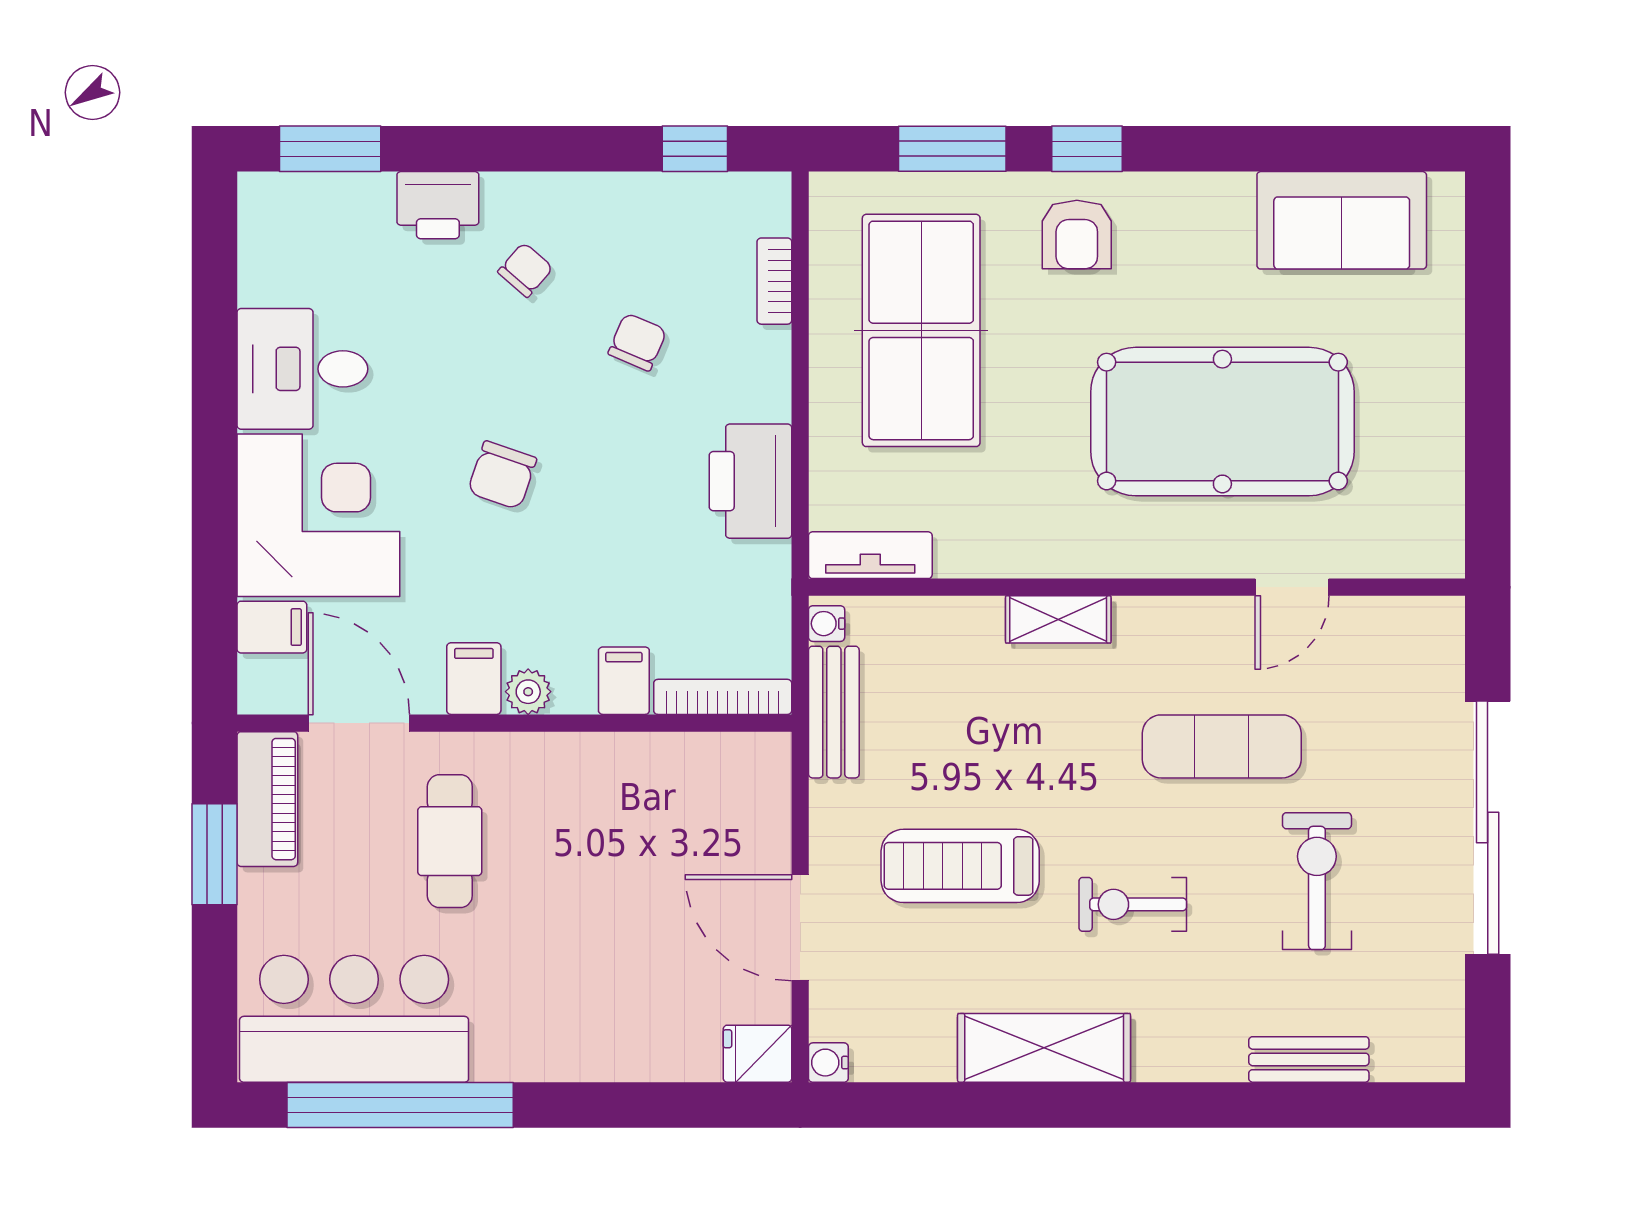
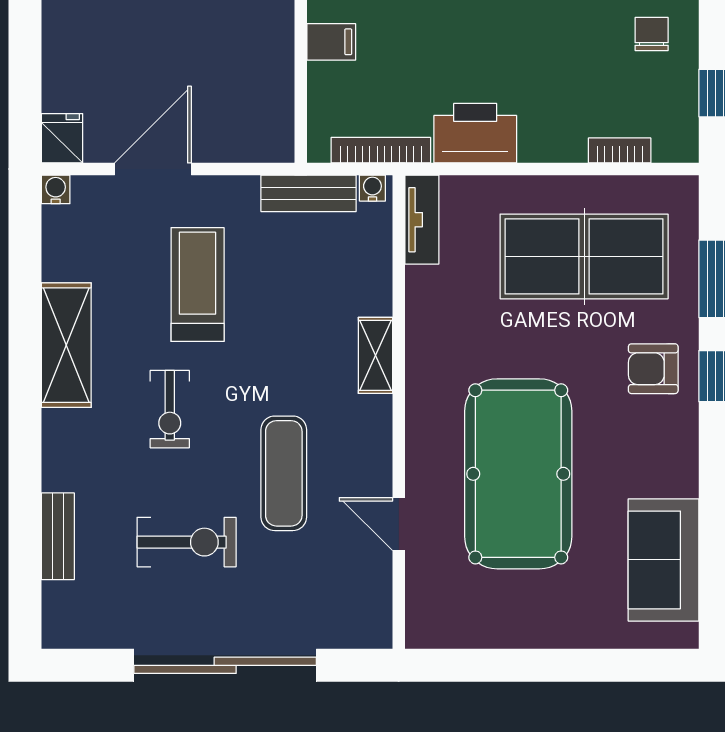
chair: (637, 342) -> (652, 34), moved, turned -113
bookcase: (723, 697) -> (381, 150), moved, turned -90
exercise bike: (1133, 904) -> (170, 409), turned 180

